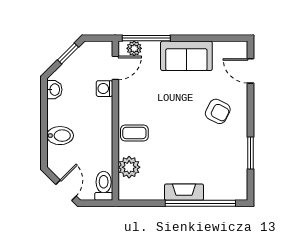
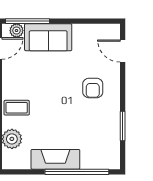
sofa: (186, 56) -> (48, 37), moved
armchair: (218, 111) -> (93, 88), turned 63
fireplace: (184, 192) -> (55, 159), width x1.37, depth x1.32

